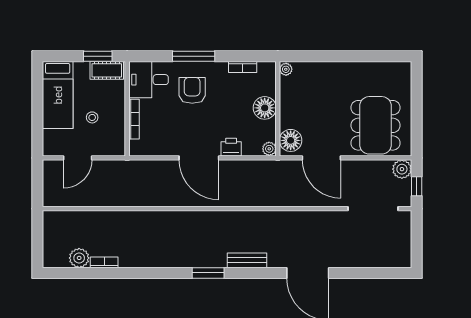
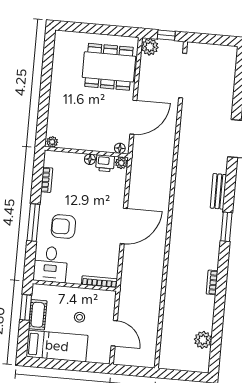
cot: (107, 70) -> (38, 315), moved
floor lamp: (265, 108) -> (90, 159), width x0.53, depth x0.53
bookcase: (134, 119) -> (99, 282), moved
floor lamp: (291, 140) -> (120, 148), width x0.53, depth x0.53
printer: (231, 147) -> (105, 163), moved, turned -90
bookcase: (104, 262) -> (212, 282), moved

